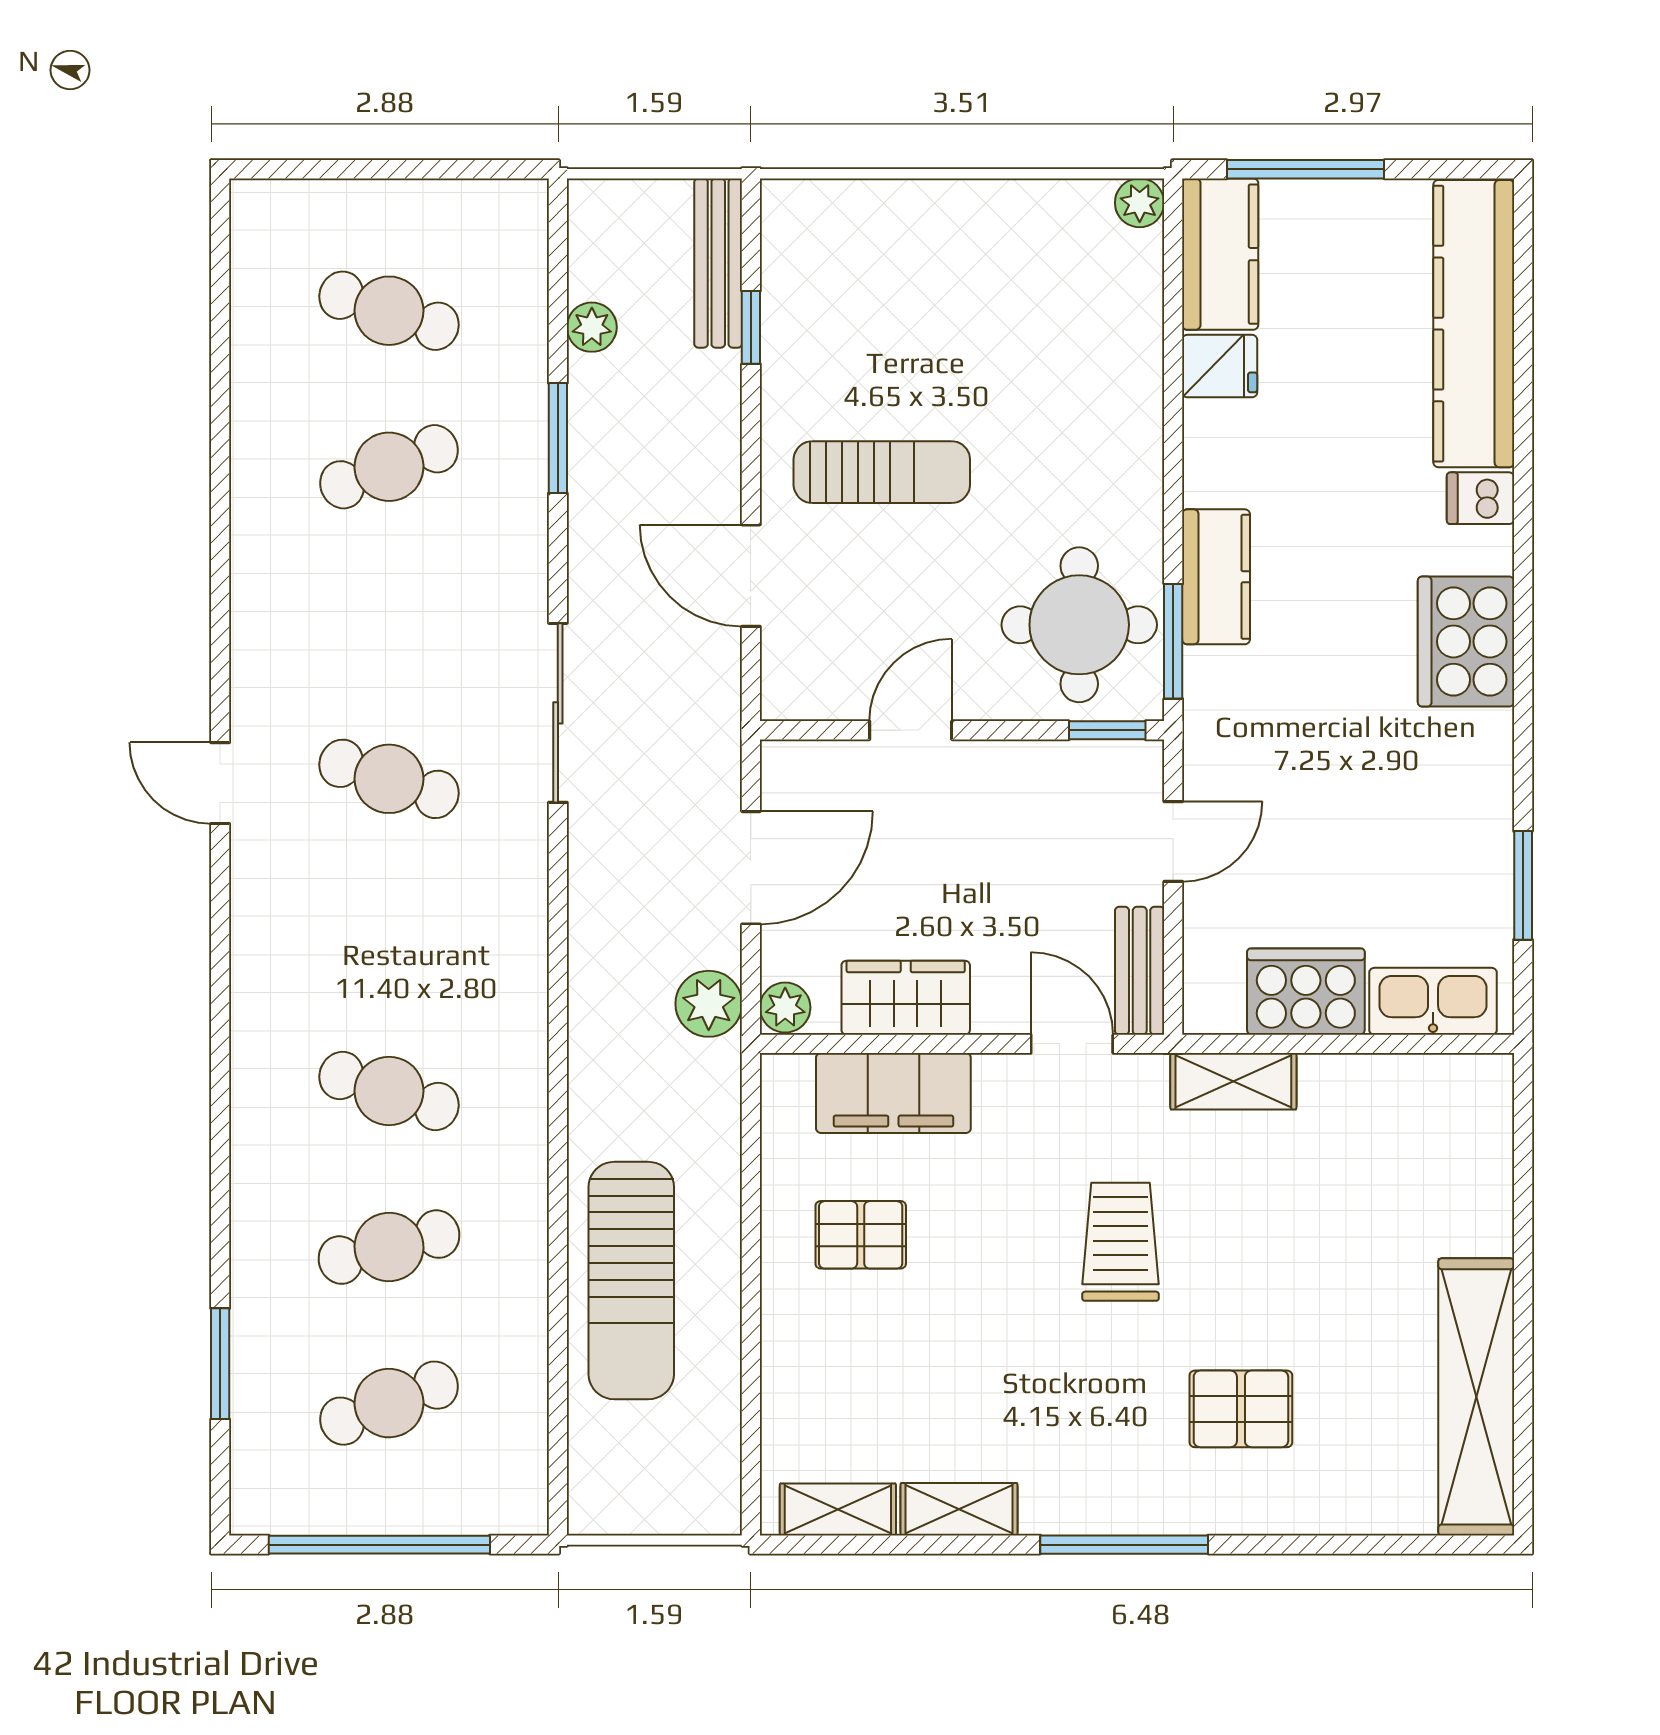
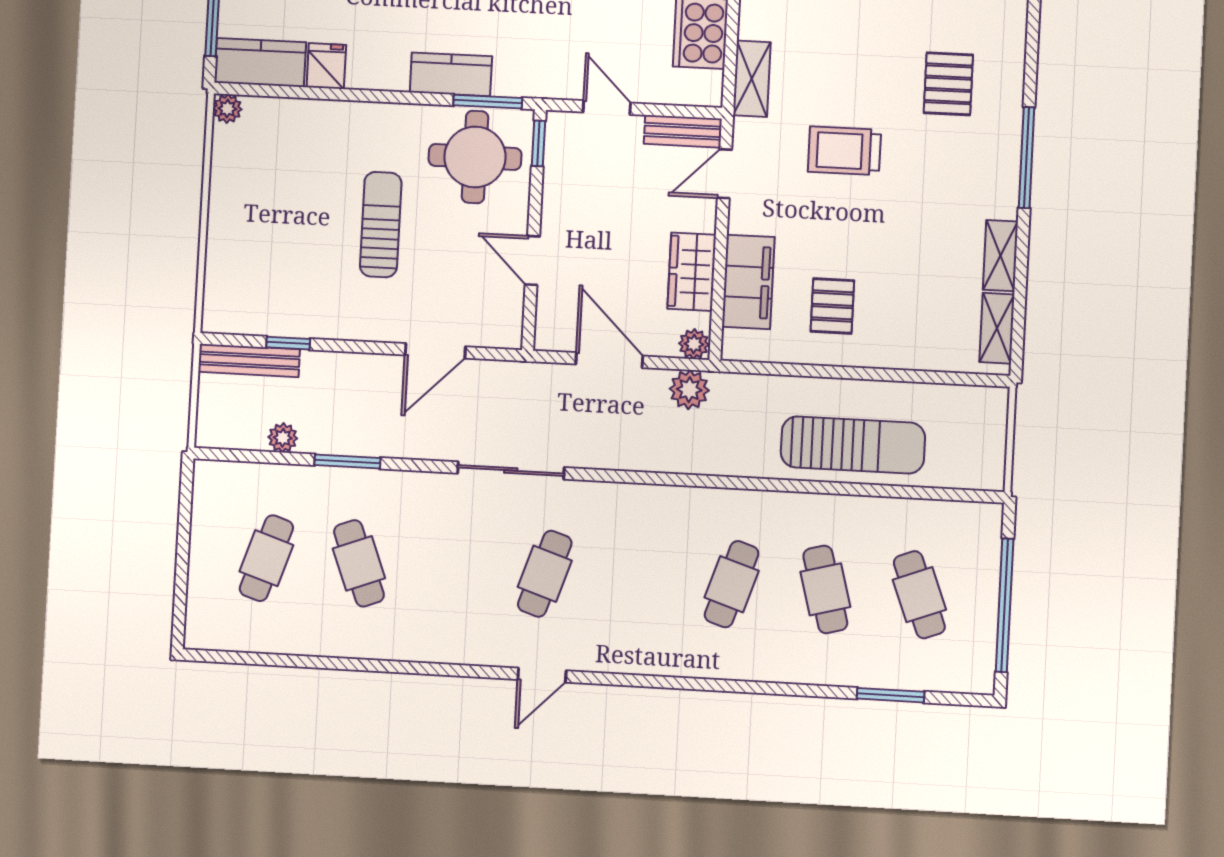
sun lounger: (882, 472) -> (381, 225), moved

